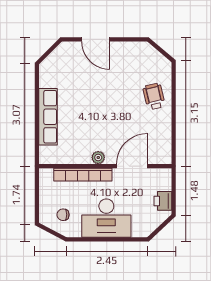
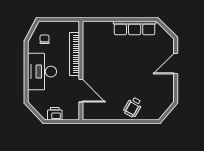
wheelchair: (154, 96) -> (133, 107), turned 133
row of seats: (48, 117) -> (135, 28), moved
plant: (98, 158) -> (87, 65), removed

